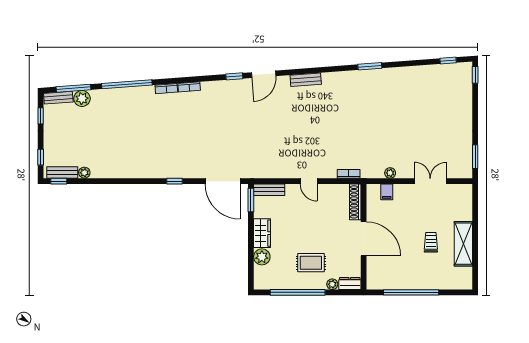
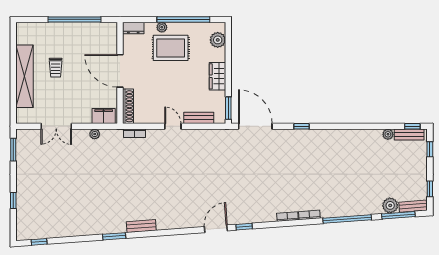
window: (475, 75) -> (13, 200), moved
bench: (306, 80) -> (141, 226), moved
bench: (269, 190) -> (199, 118), moved
filing cabinet: (387, 192) -> (104, 116), width x2.00
shelving: (463, 244) -> (24, 76), width x1.47
plant: (262, 257) -> (218, 40), moved
rug: (311, 263) -> (171, 48), width x1.36, depth x1.43
plant: (332, 284) -> (162, 27), moved

